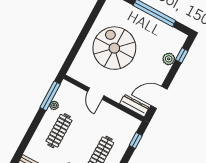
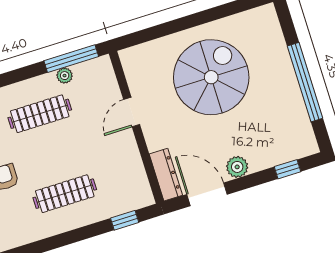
plant: (169, 59) -> (237, 167), moved

